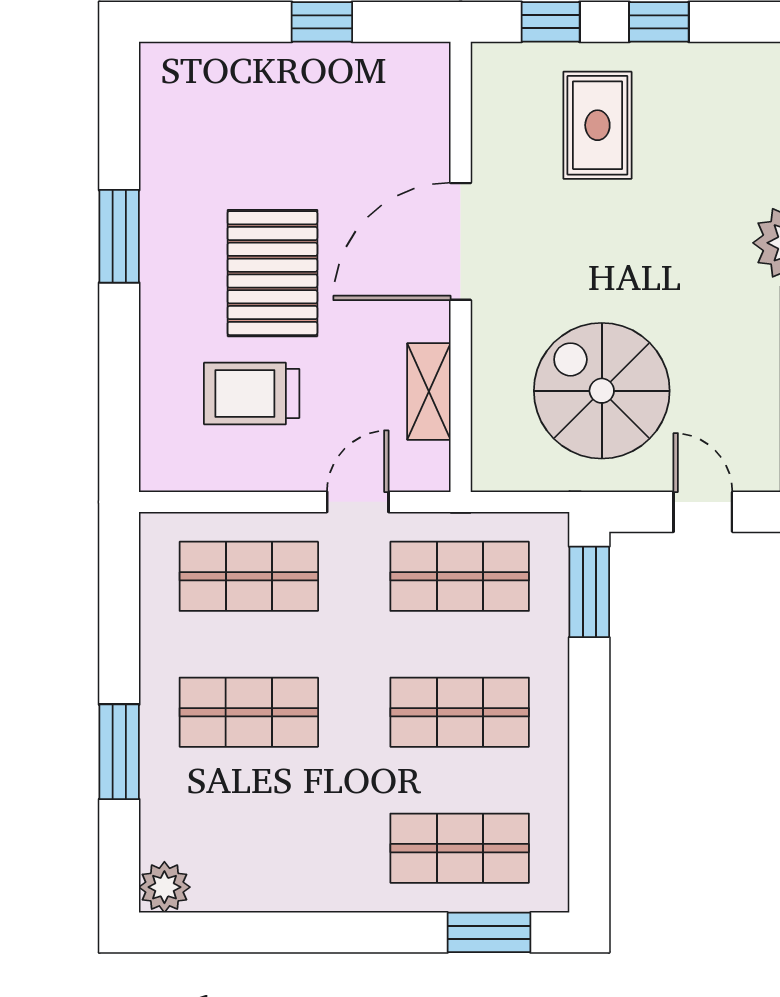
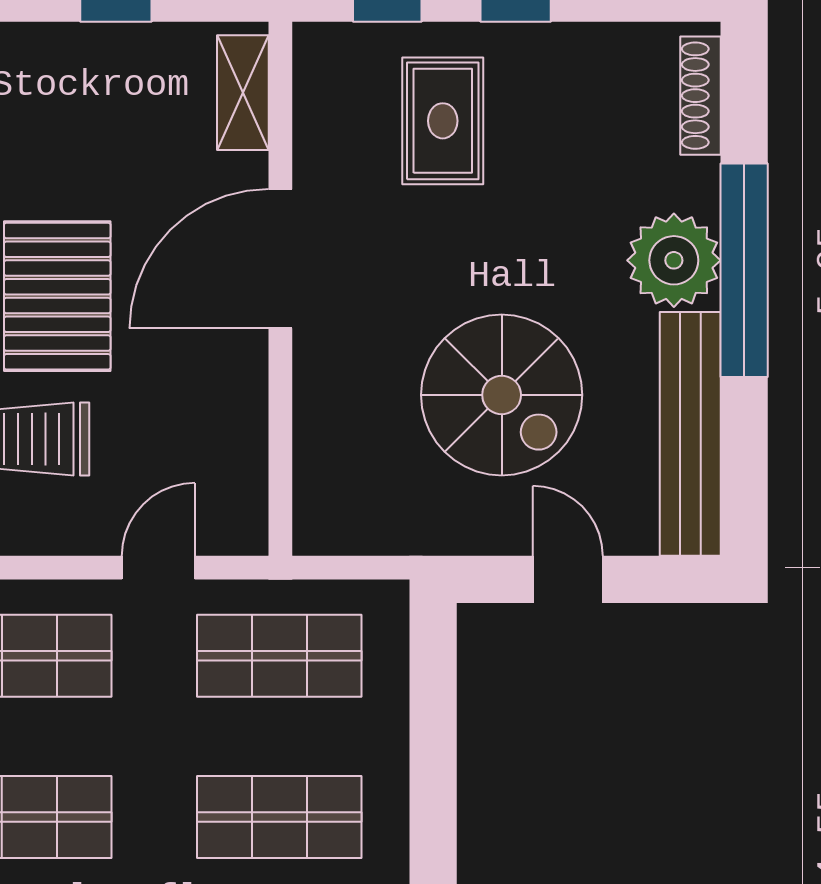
shelving: (429, 391) -> (243, 93), moved
spiral stairs: (602, 391) -> (502, 395), moved, turned 180
window: (589, 592) -> (433, 674), removed

